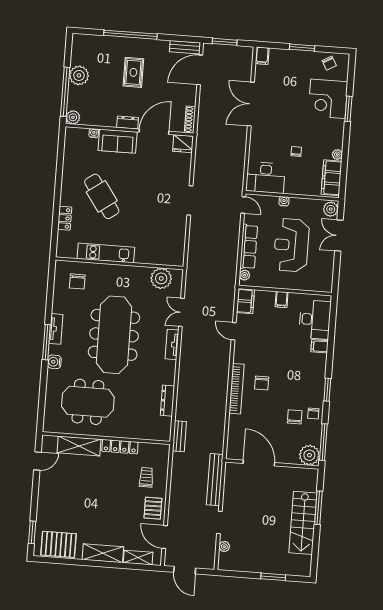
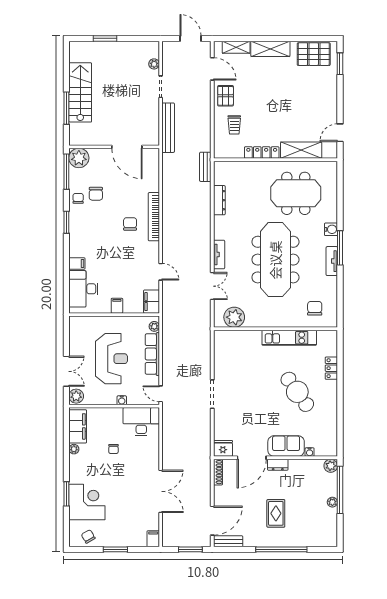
plant: (79, 75) -> (332, 502), width x0.53, depth x0.53

